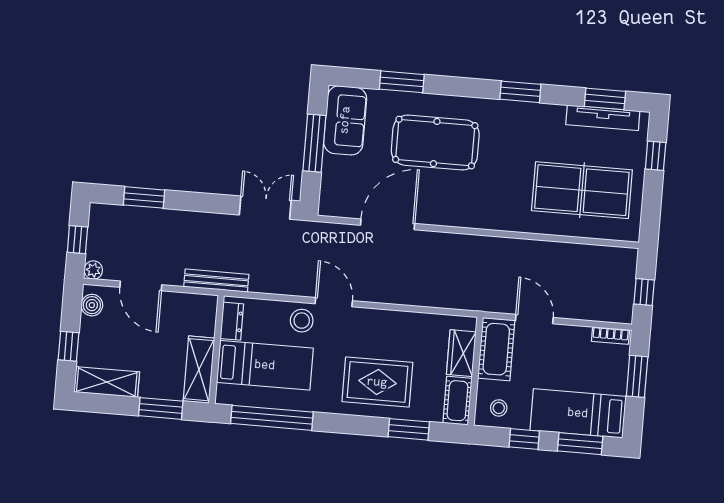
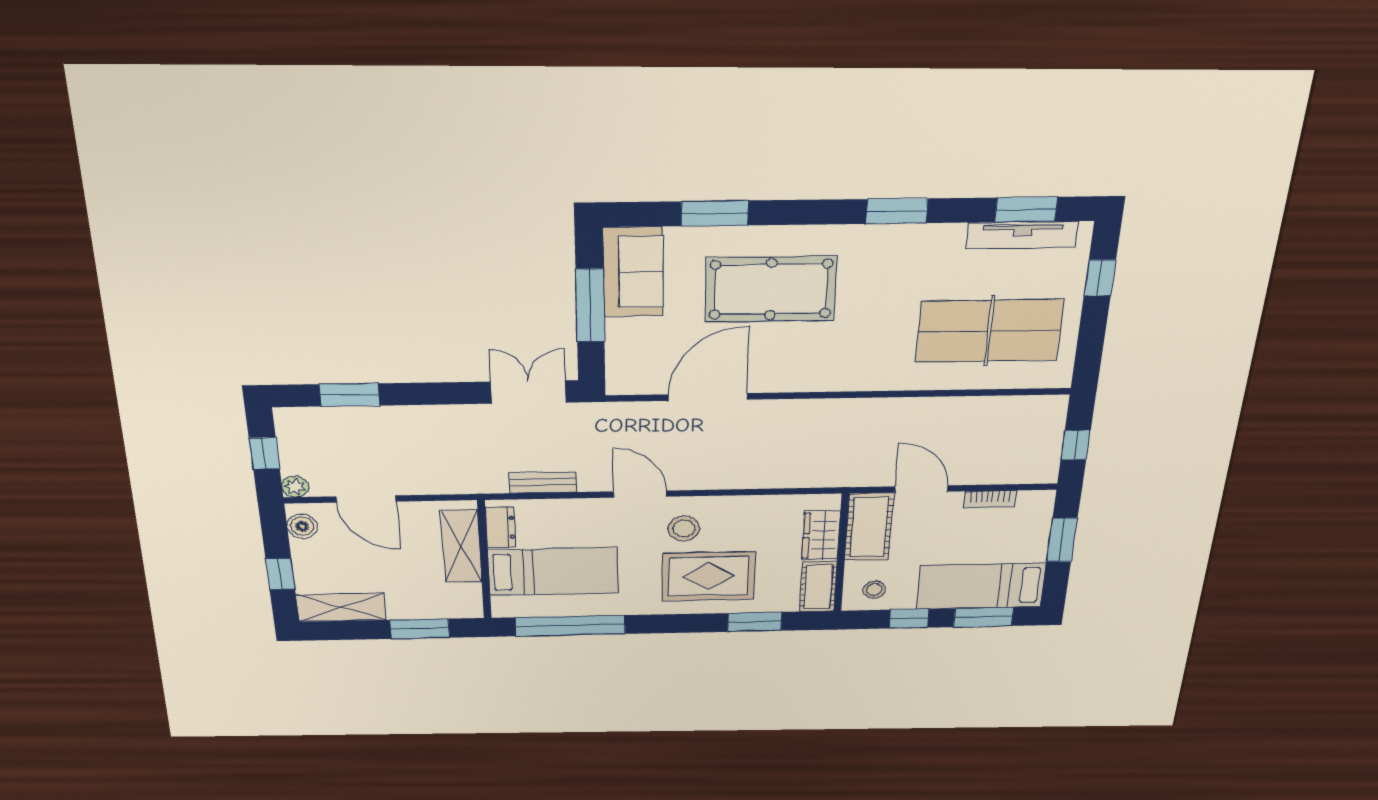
bench: (216, 281) -> (543, 483), moved, width x0.73
stool: (302, 321) -> (684, 529), moved
bookcase: (610, 336) -> (990, 499), moved
shelving: (199, 370) -> (461, 546), moved

